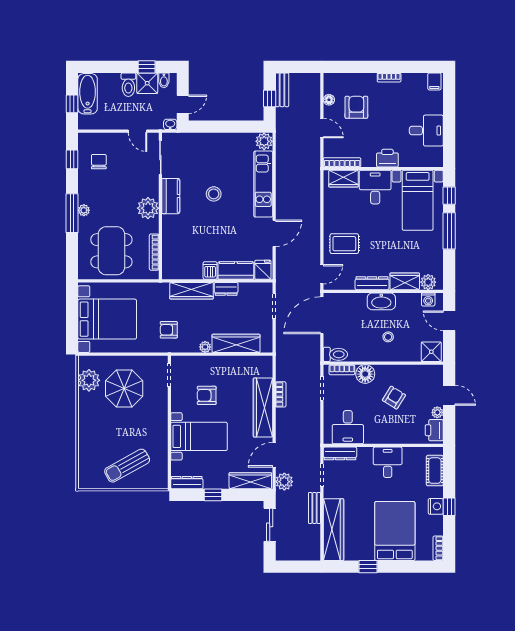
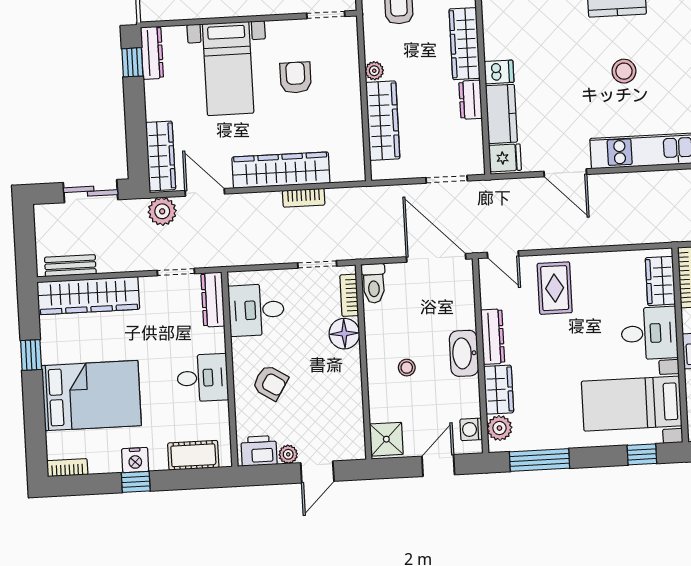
window: (449, 231) -> (540, 460), moved
armchair: (394, 398) -> (270, 383), moved
window: (213, 495) -> (132, 62), moved
bench: (314, 508) -> (70, 266), moved

